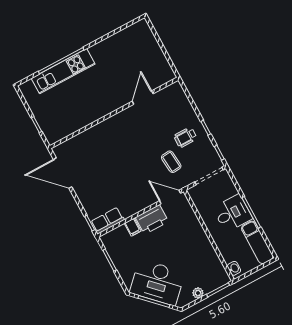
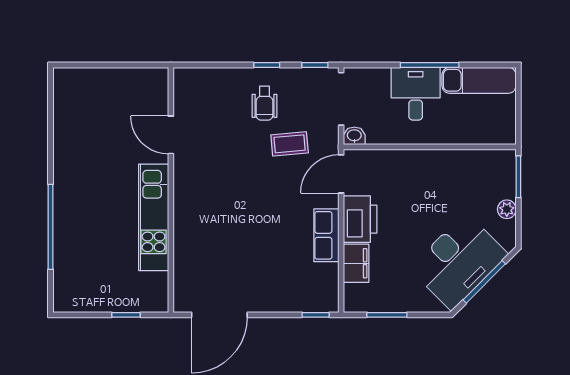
kitchen unit: (63, 71) -> (154, 217), moved, turned 180
row of seats: (107, 221) -> (326, 235), moved
filing cabinet: (133, 227) -> (356, 263), width x2.00
washbasin: (234, 268) -> (354, 136), moved

